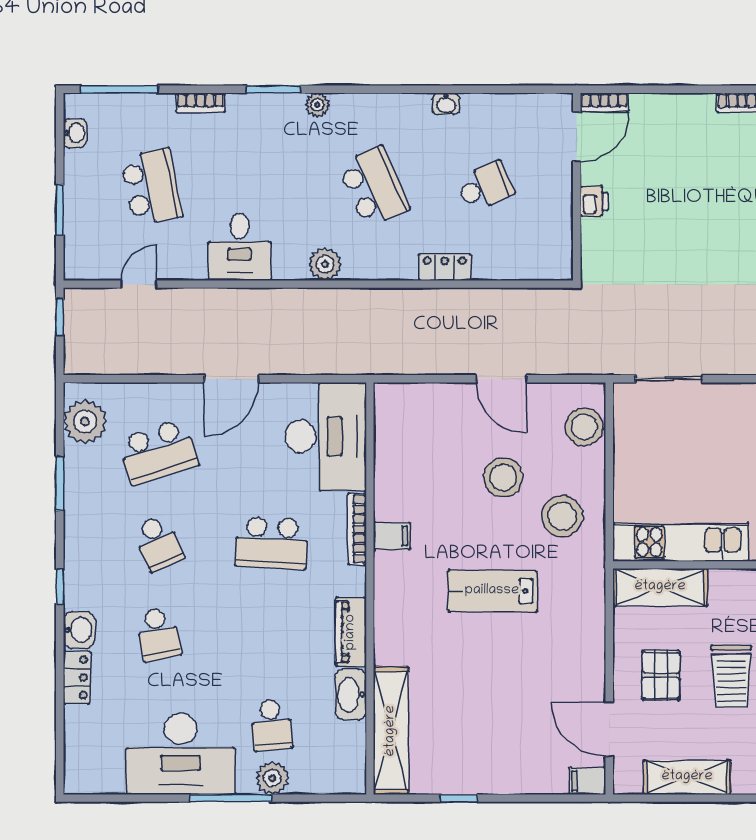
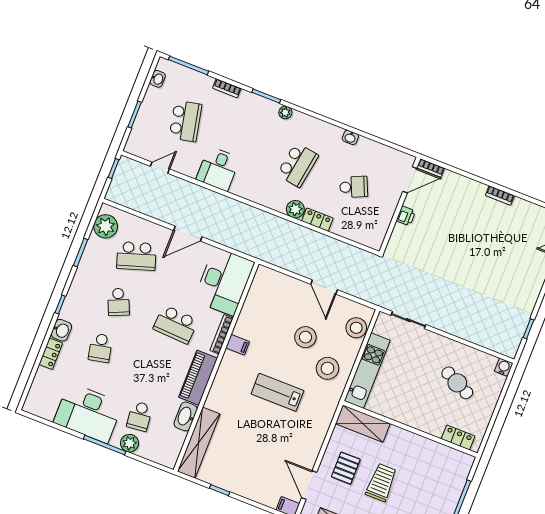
school desk: (374, 187) -> (298, 165), turned 33
plant: (325, 264) -> (295, 209), moved
kitchen unit: (681, 542) -> (367, 371), moved, turned 90
piano: (351, 632) -> (198, 378), width x1.37, depth x1.33
trolley: (731, 676) -> (381, 483), turned 180

